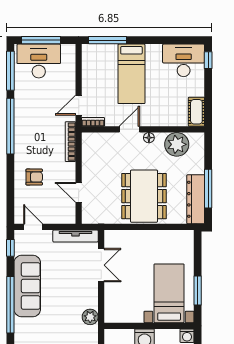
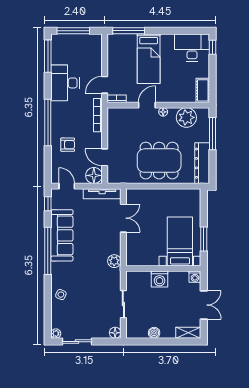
desk: (39, 61) -> (65, 83), moved, turned -90
window: (10, 126) -> (48, 122), moved
window: (208, 189) -> (213, 134), moved
dining table: (144, 196) -> (159, 161), turned 90
floor lamp: (66, 214) -> (94, 175), added

